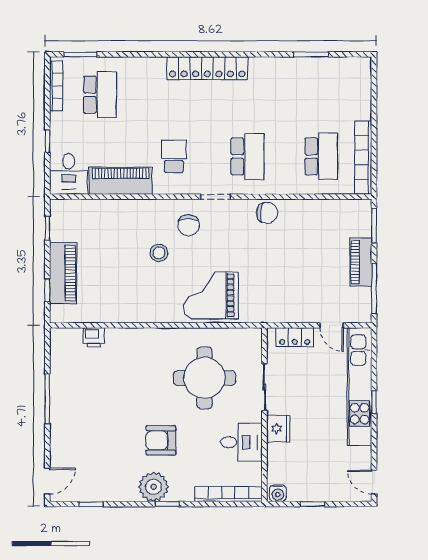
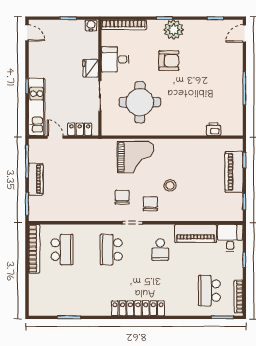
school desk: (321, 156) -> (62, 250), turned 180
chair: (267, 213) -> (122, 197), moved, turned 83
kitchen unit: (359, 387) -> (37, 107), width x0.73

